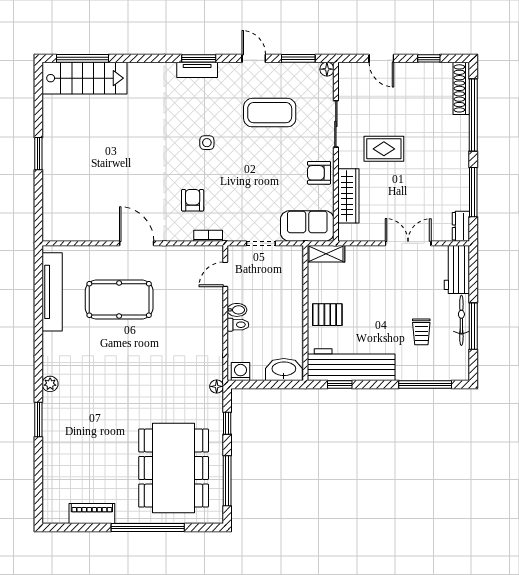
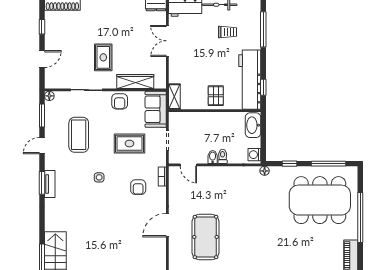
rug: (257, 187) -> (129, 144), added
armchair: (193, 200) -> (138, 187), turned -90

